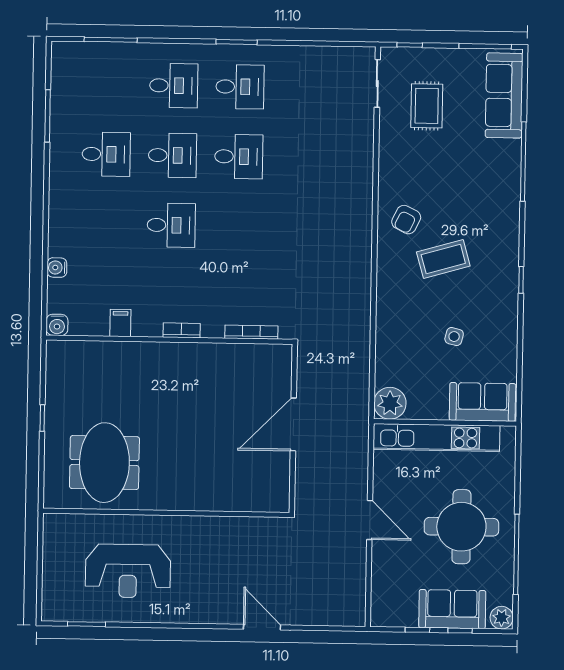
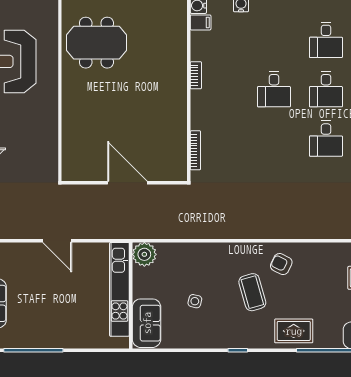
rug: (496, 204) -> (294, 331), added
filing cabinet: (120, 323) -> (201, 22), moved
bookcase: (182, 330) -> (196, 75), moved
door: (370, 520) -> (57, 241), hinge flipped
round table: (461, 527) -> (53, 309), removed

